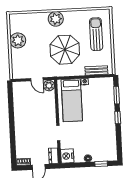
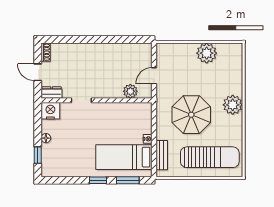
sun lounger: (96, 34) -> (210, 157), width x1.36, depth x1.34
plant: (49, 86) -> (130, 91), moved
bed: (72, 100) -> (124, 157), moved

